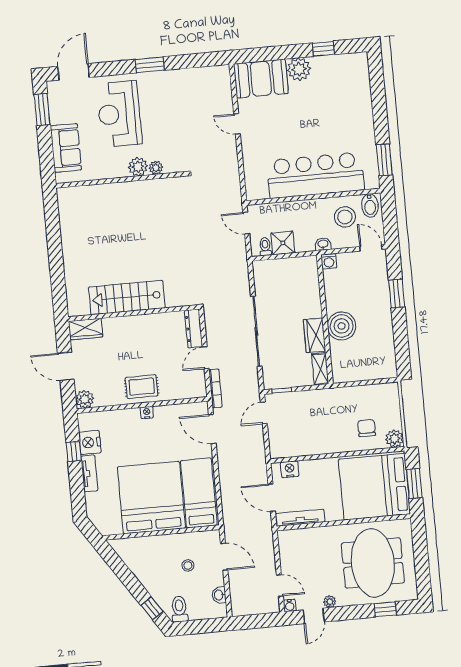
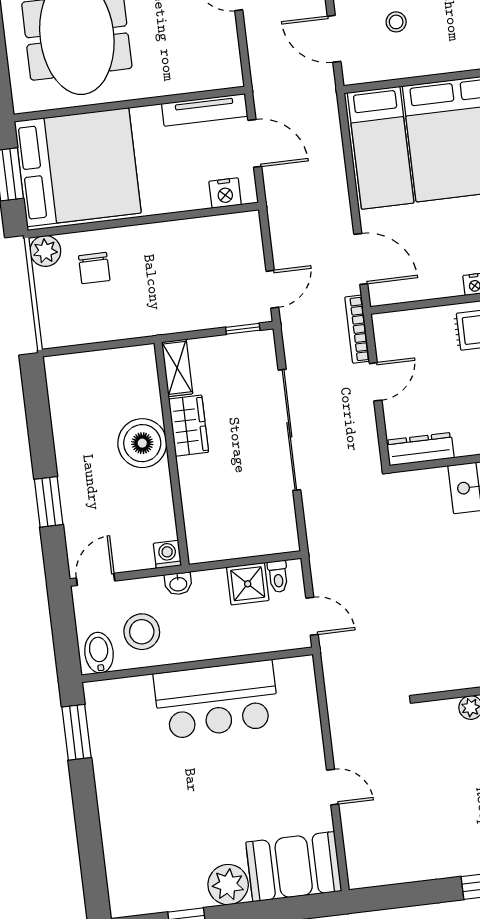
bar counter: (315, 175) -> (216, 700), width x0.73
door: (371, 248) -> (96, 579), swing flipped
dresser: (193, 329) -> (420, 449), moved, turned -90

